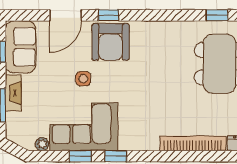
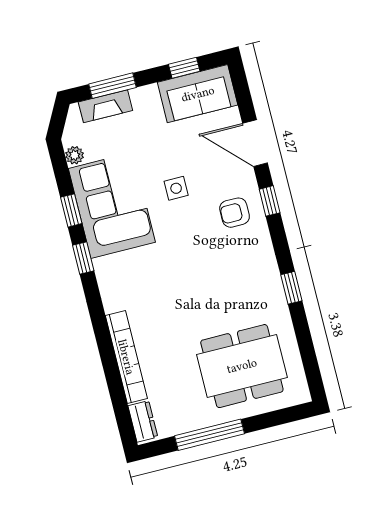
window: (217, 15) -> (291, 288), moved
armchair: (111, 42) -> (235, 213), width x0.53, depth x0.53
fireplace: (13, 93) -> (105, 106), moved

